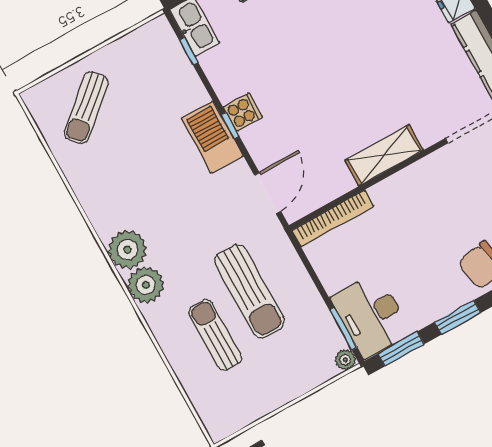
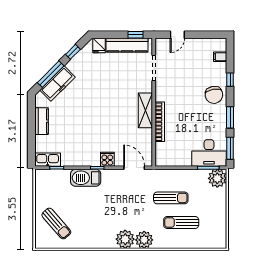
cooker: (243, 112) -> (107, 159), moved
barbecue: (212, 137) -> (86, 178), moved
bookcase: (333, 218) -> (160, 122), moved
sun lounger: (250, 291) -> (171, 198), width x0.73, depth x0.75
plant: (345, 360) -> (217, 178), width x1.88, depth x1.88

